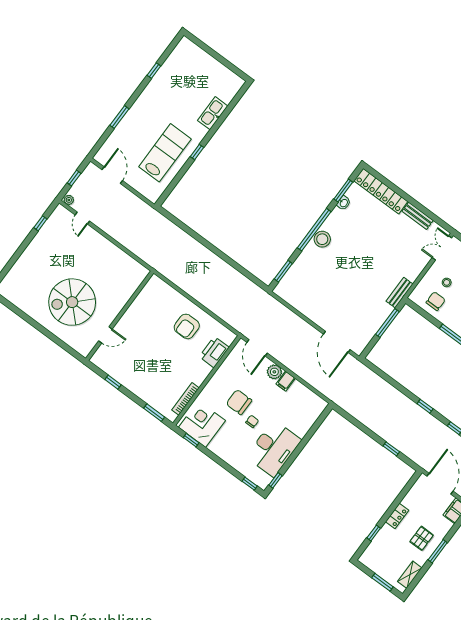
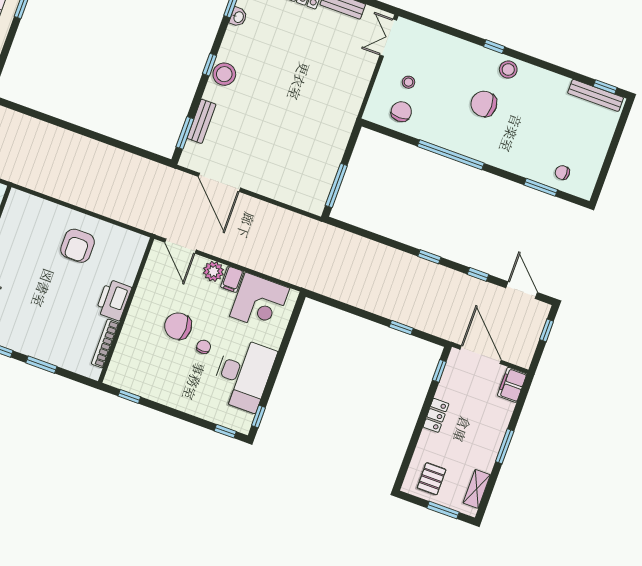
window: (314, 230) -> (210, 65), width x0.32
bench: (400, 293) -> (201, 121), moved
window: (387, 323) -> (336, 186), moved
door: (337, 342) -> (219, 182), moved
printer: (214, 352) -> (114, 300), moved
window: (154, 413) -> (41, 365), moved
corner desk: (202, 424) -> (260, 302), moved, turned 180
window: (374, 533) -> (439, 371), moved
pallet: (422, 538) -> (432, 479), moved

